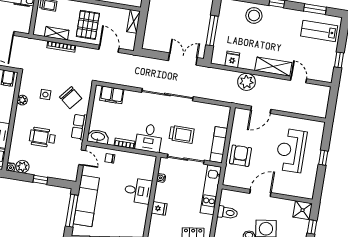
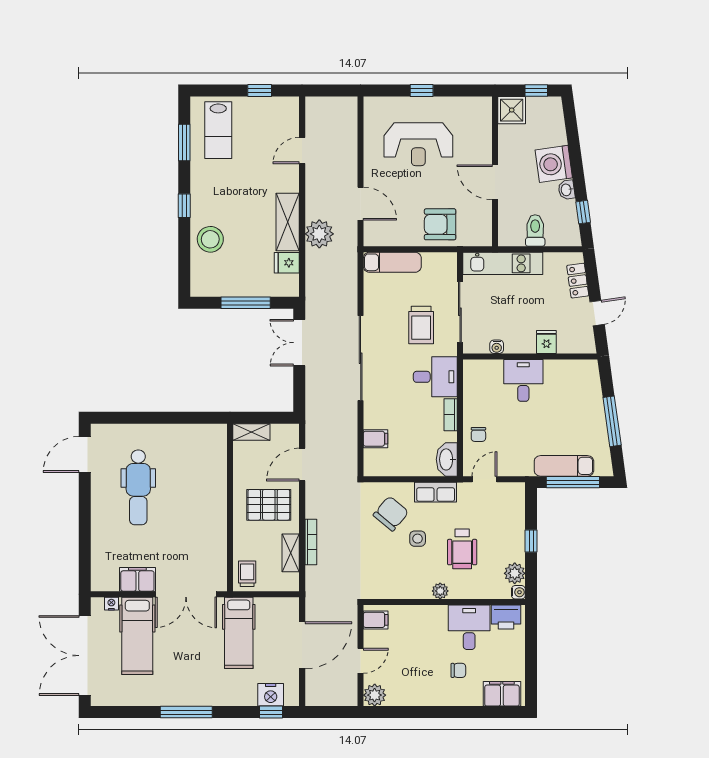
shelving: (273, 67) -> (288, 222), moved
side table: (45, 95) -> (418, 539), moved
filing cabinet: (112, 95) -> (376, 439), width x0.50
plant: (22, 100) -> (440, 591), moved
trolley: (182, 134) -> (421, 325), turned 180
exam couch: (219, 145) -> (392, 262), moved
exam couch: (86, 201) -> (564, 466), width x0.73, depth x0.69

